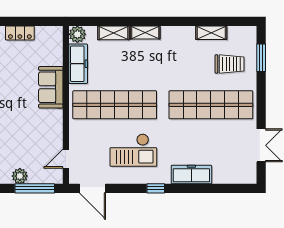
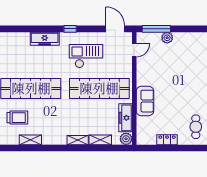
trolley: (230, 64) -> (17, 118), turned 180

